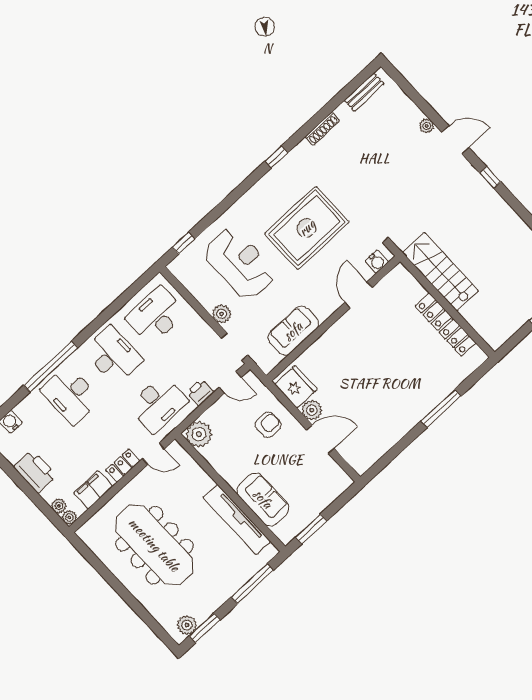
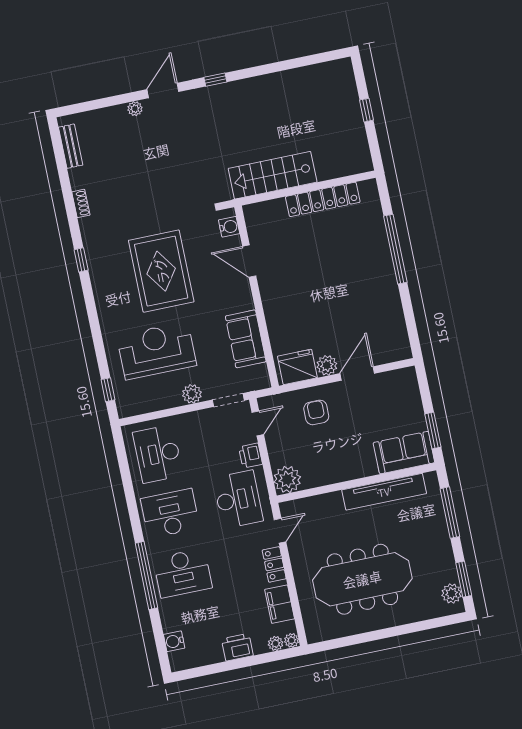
shoe rack: (322, 129) -> (81, 203), width x0.70
window: (441, 409) -> (395, 249), width x1.46
printer: (35, 471) -> (237, 647), width x0.73, depth x0.84
sofa: (263, 499) -> (404, 453), moved

